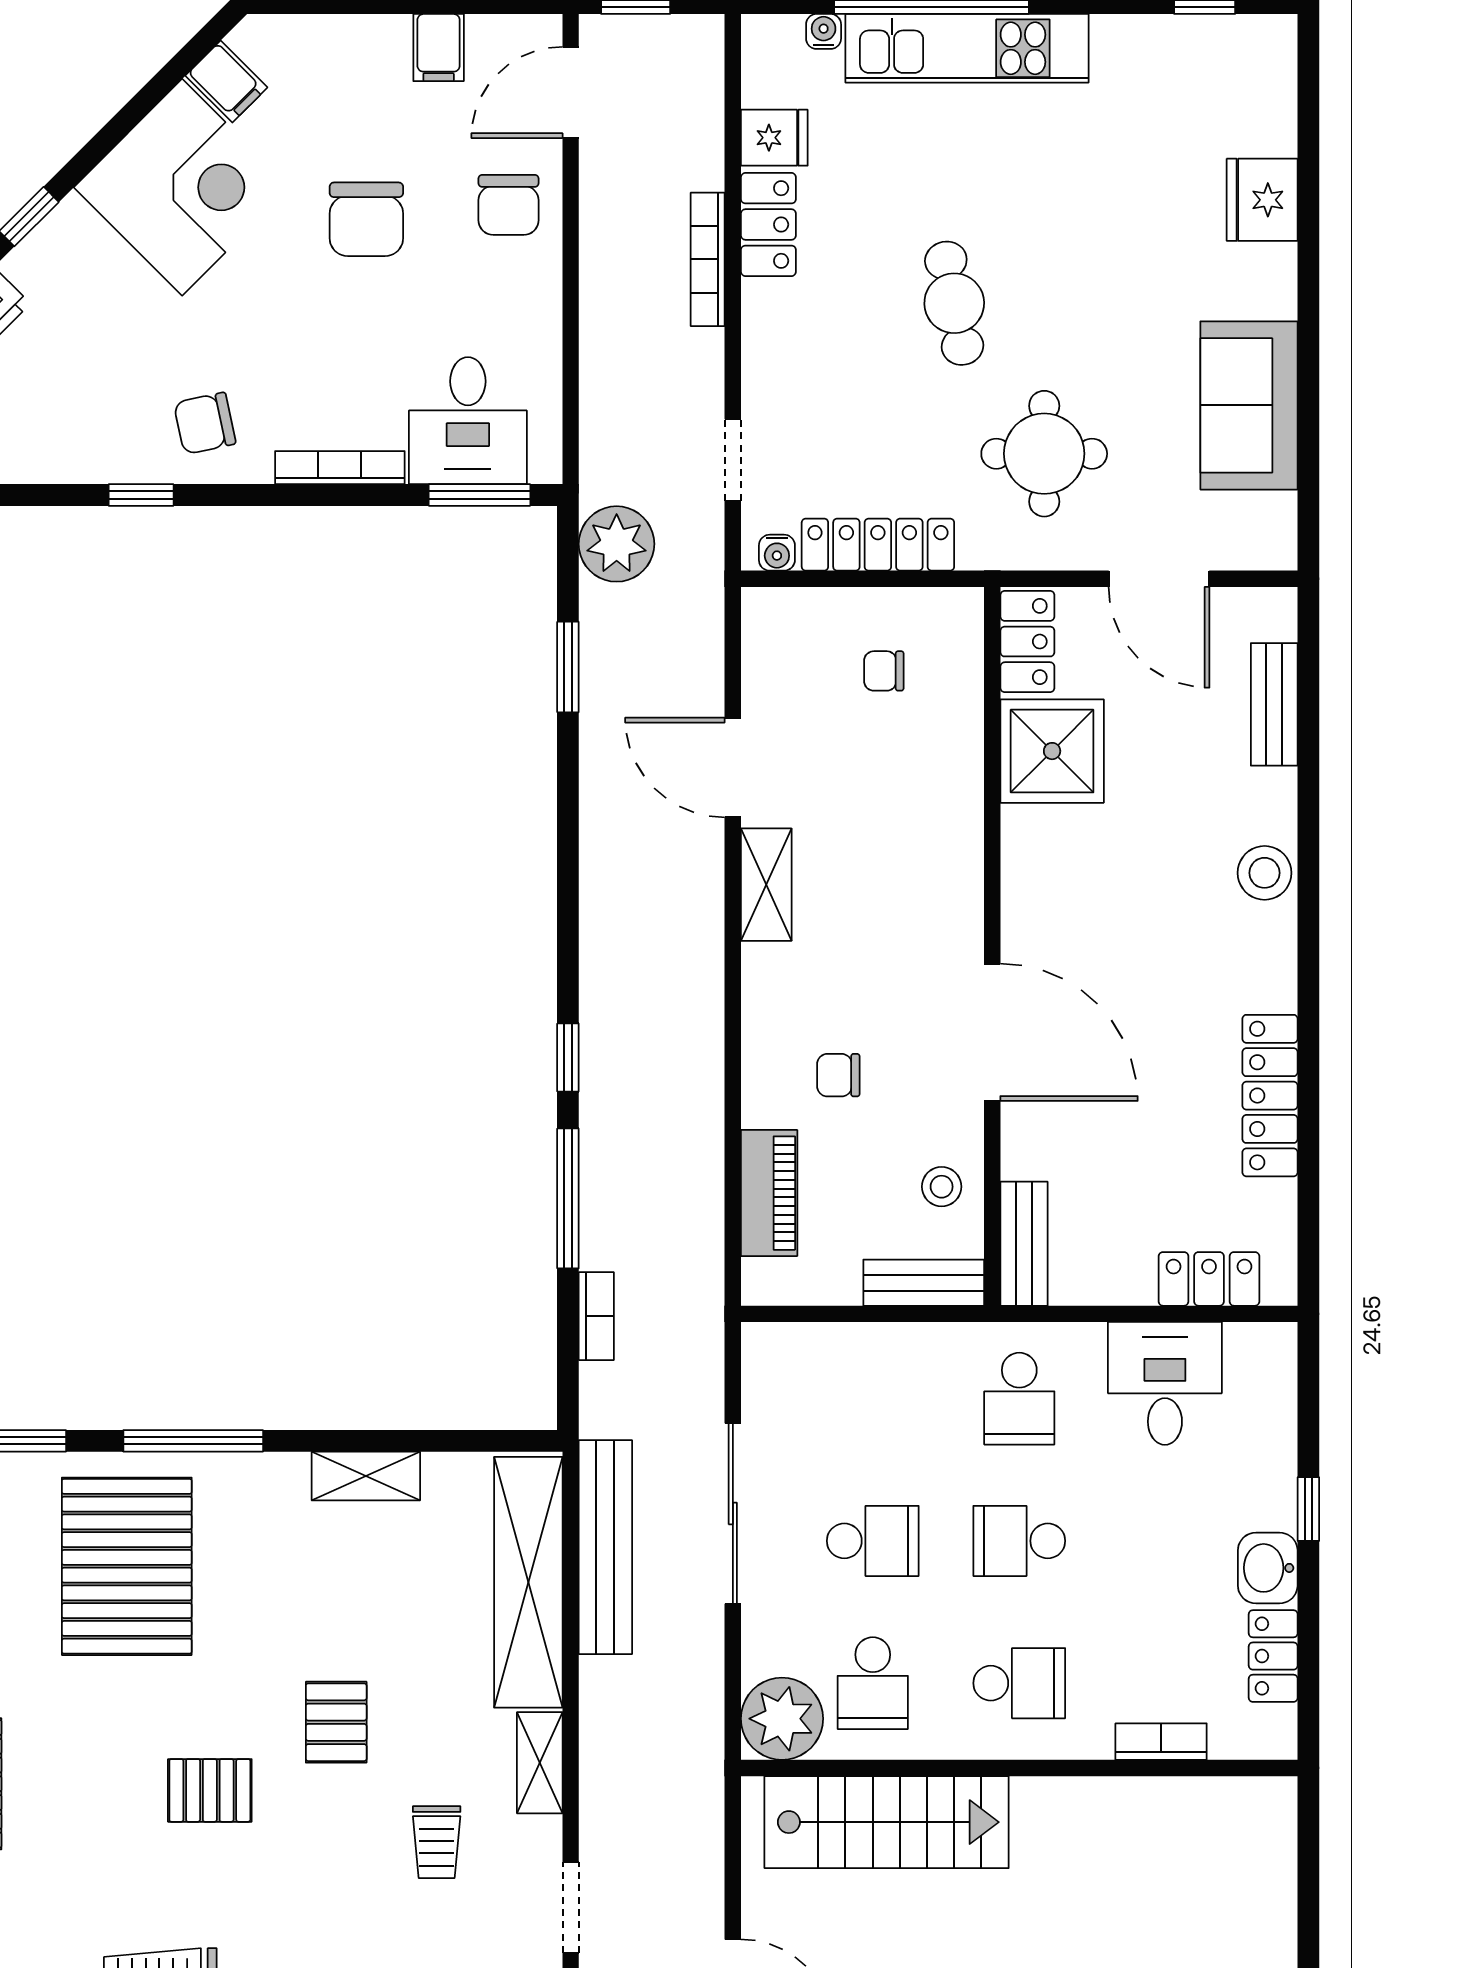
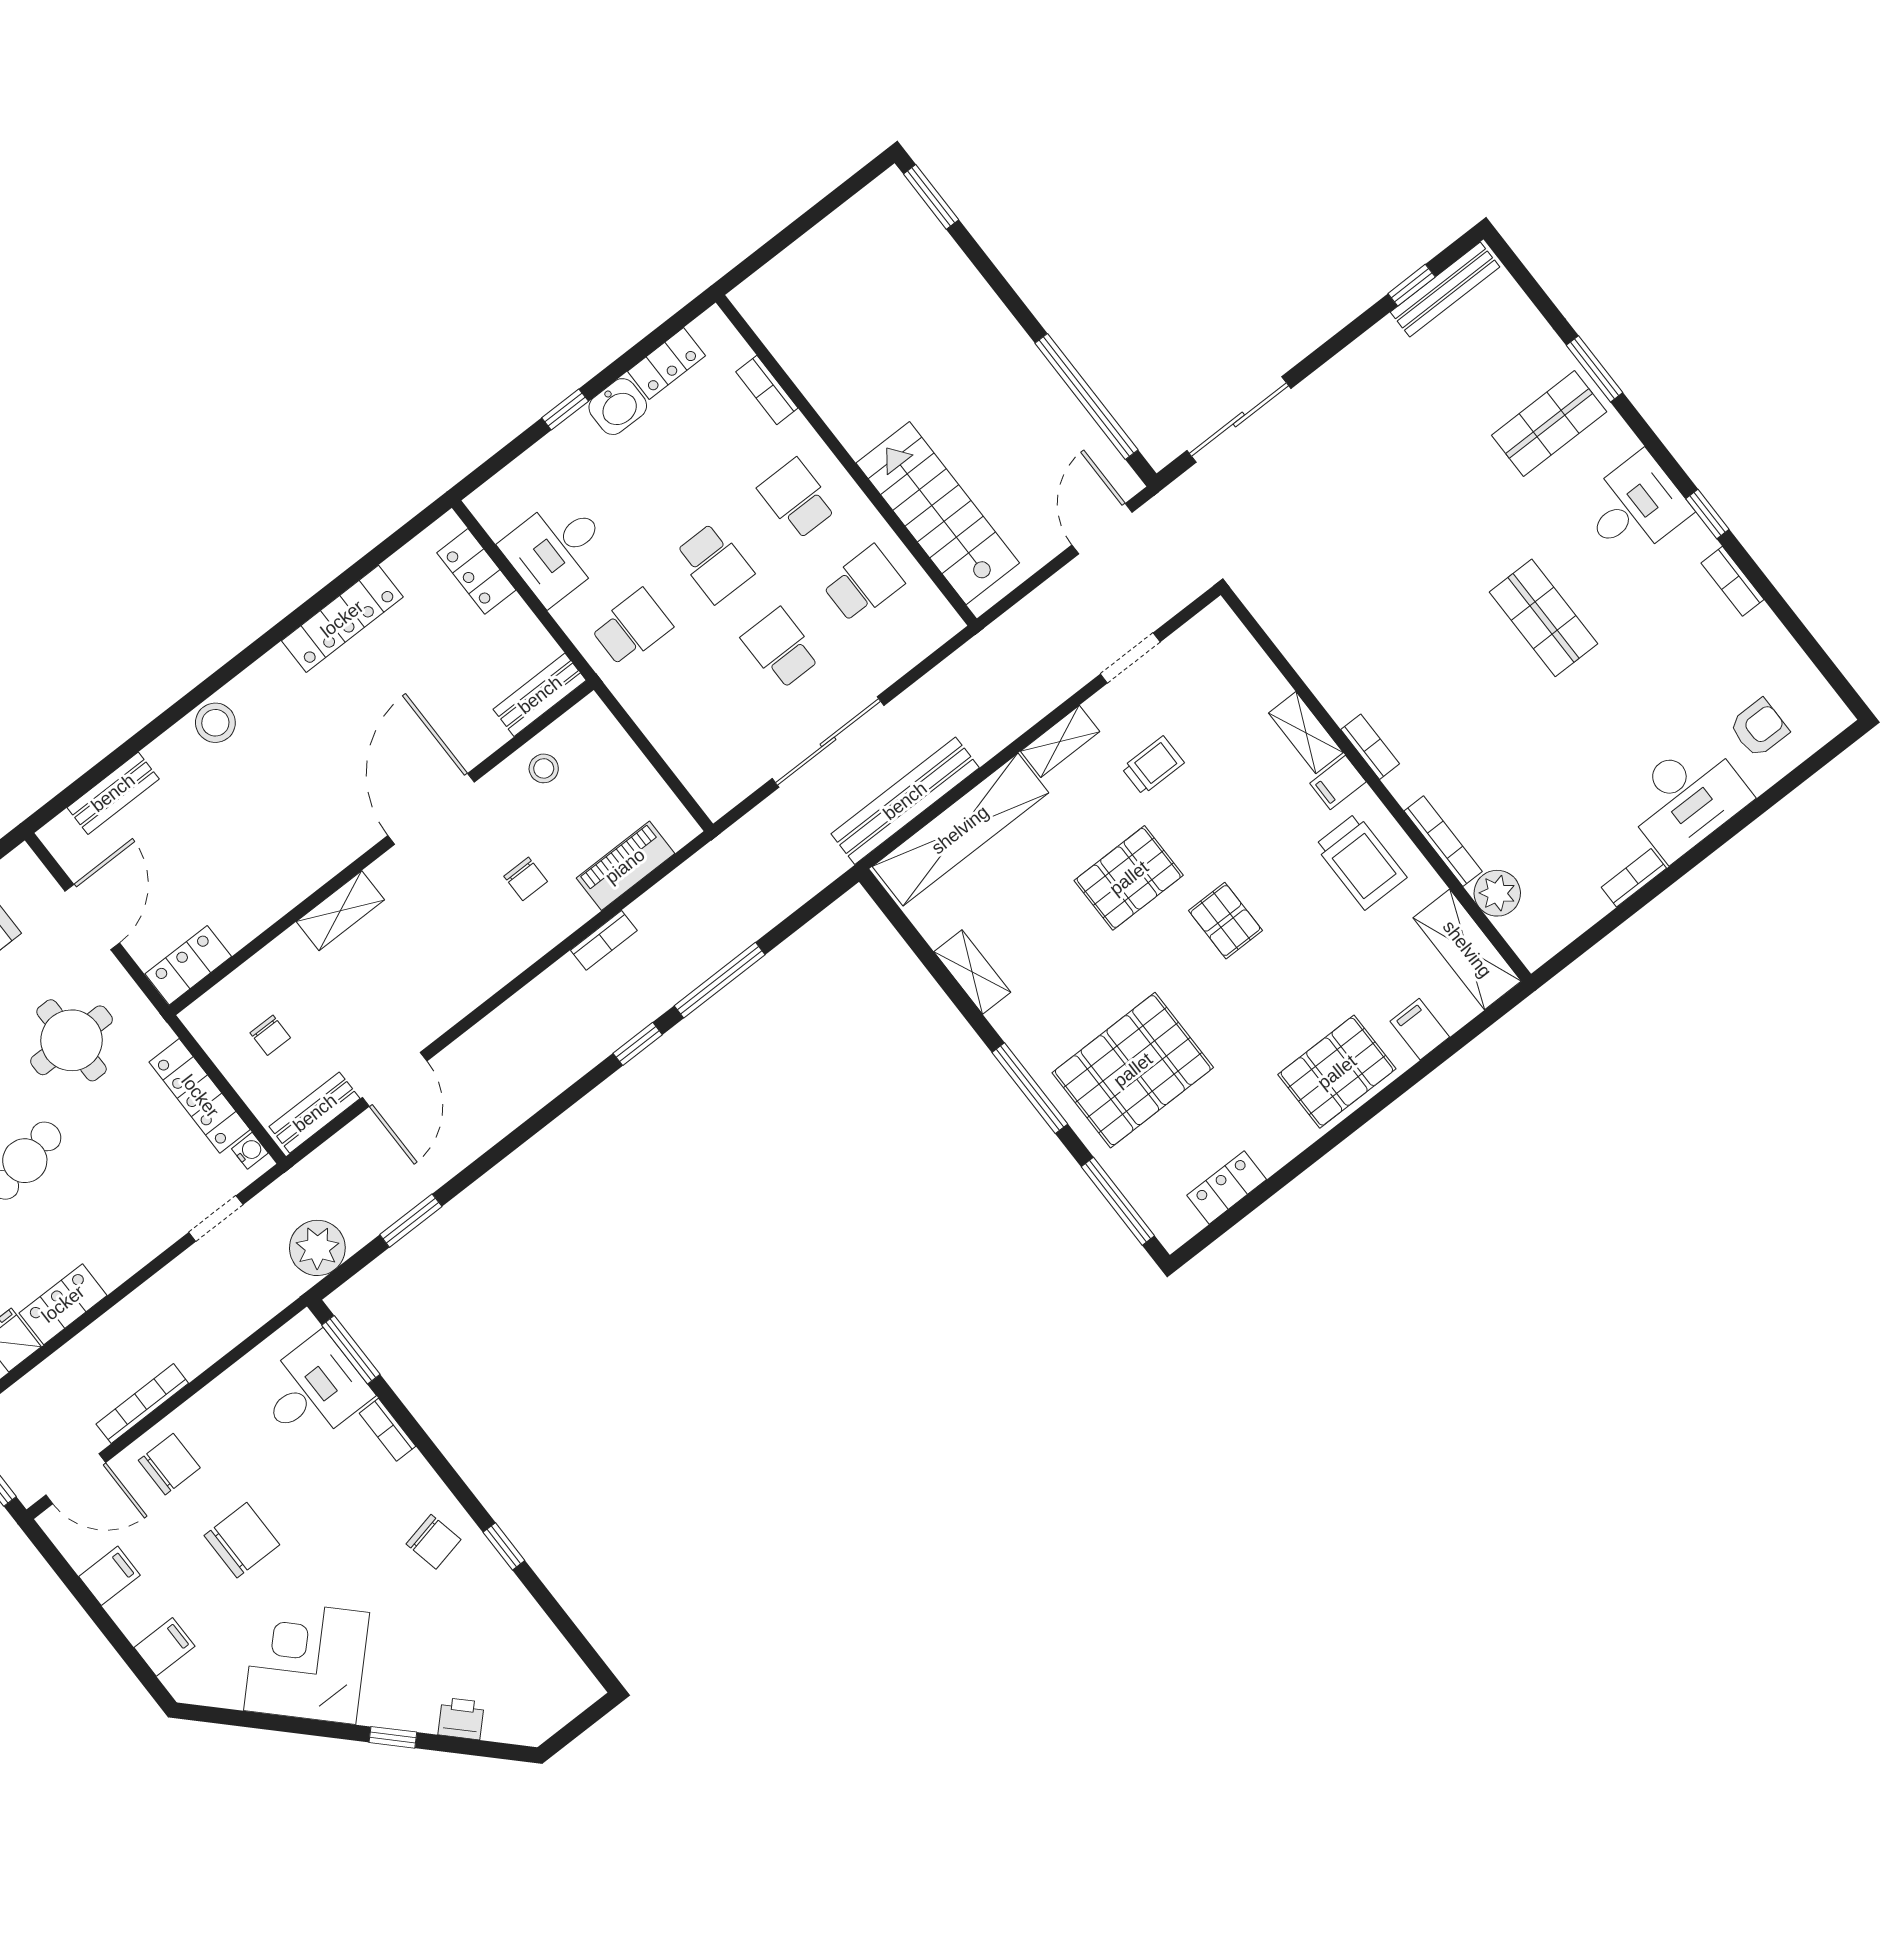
filing cabinet: (226, 82) -> (164, 1647), moved, turned 45
bookcase: (708, 259) -> (142, 1404), moved, turned 180
bookcase: (340, 468) -> (388, 1430), width x0.64
shower: (1052, 751) -> (241, 901), removed
shelving: (766, 885) -> (340, 911), moved
bench: (924, 1283) -> (315, 1113), moved, turned 90
bookcase: (596, 1316) -> (604, 940), moved, turned 180
plant: (782, 1719) -> (925, 621), removed
pallet: (336, 1722) -> (1129, 878), width x1.50, depth x1.42

